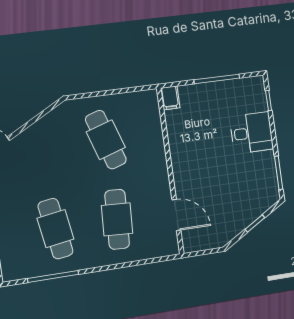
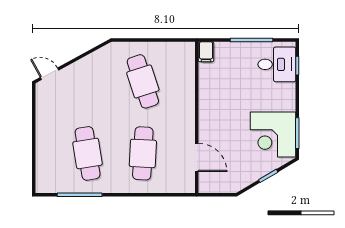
desk: (251, 133) -> (277, 64), moved
corner desk: (254, 178) -> (273, 134), added

